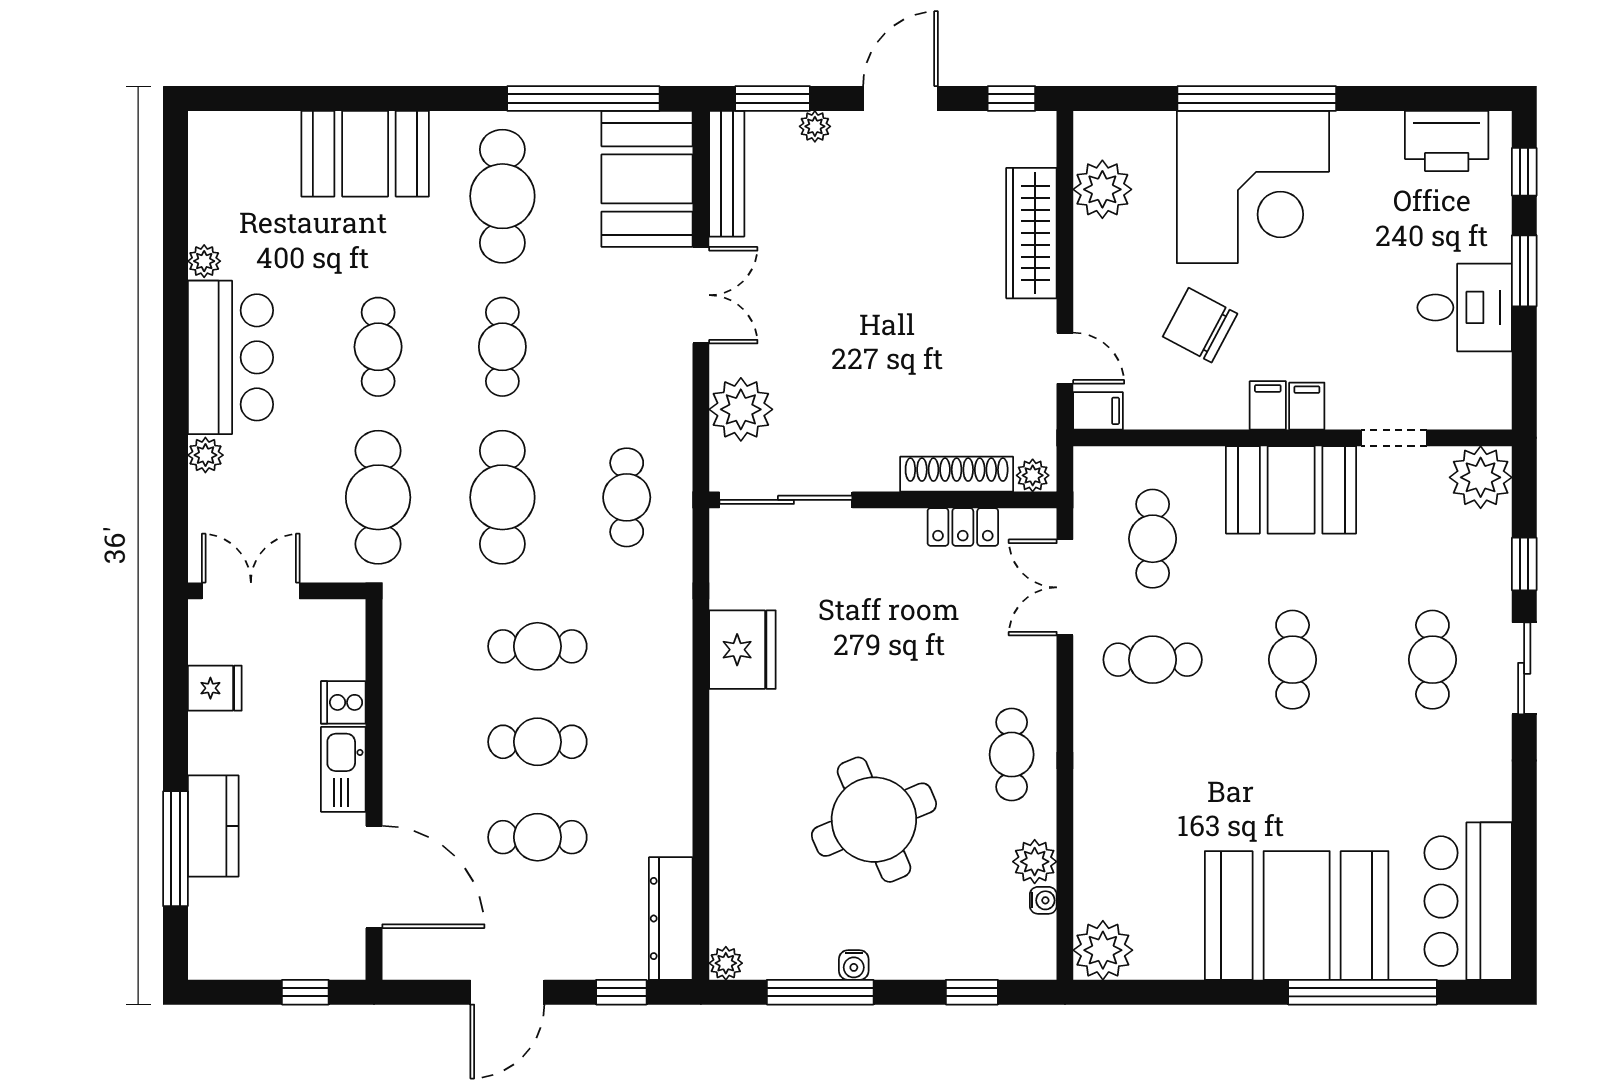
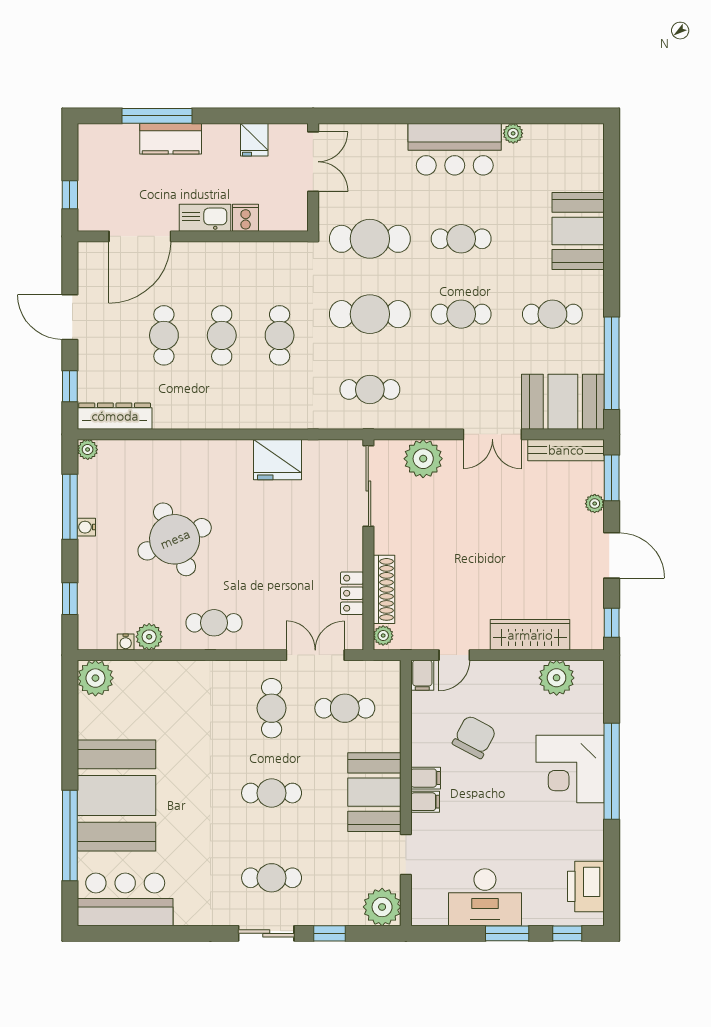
corner desk: (1253, 187) -> (570, 769), width x0.74, depth x0.74
cafe table: (502, 196) -> (552, 314), width x0.73, depth x0.74
desk: (1465, 307) -> (485, 897), width x1.37
plant: (205, 455) -> (396, 134), removed

